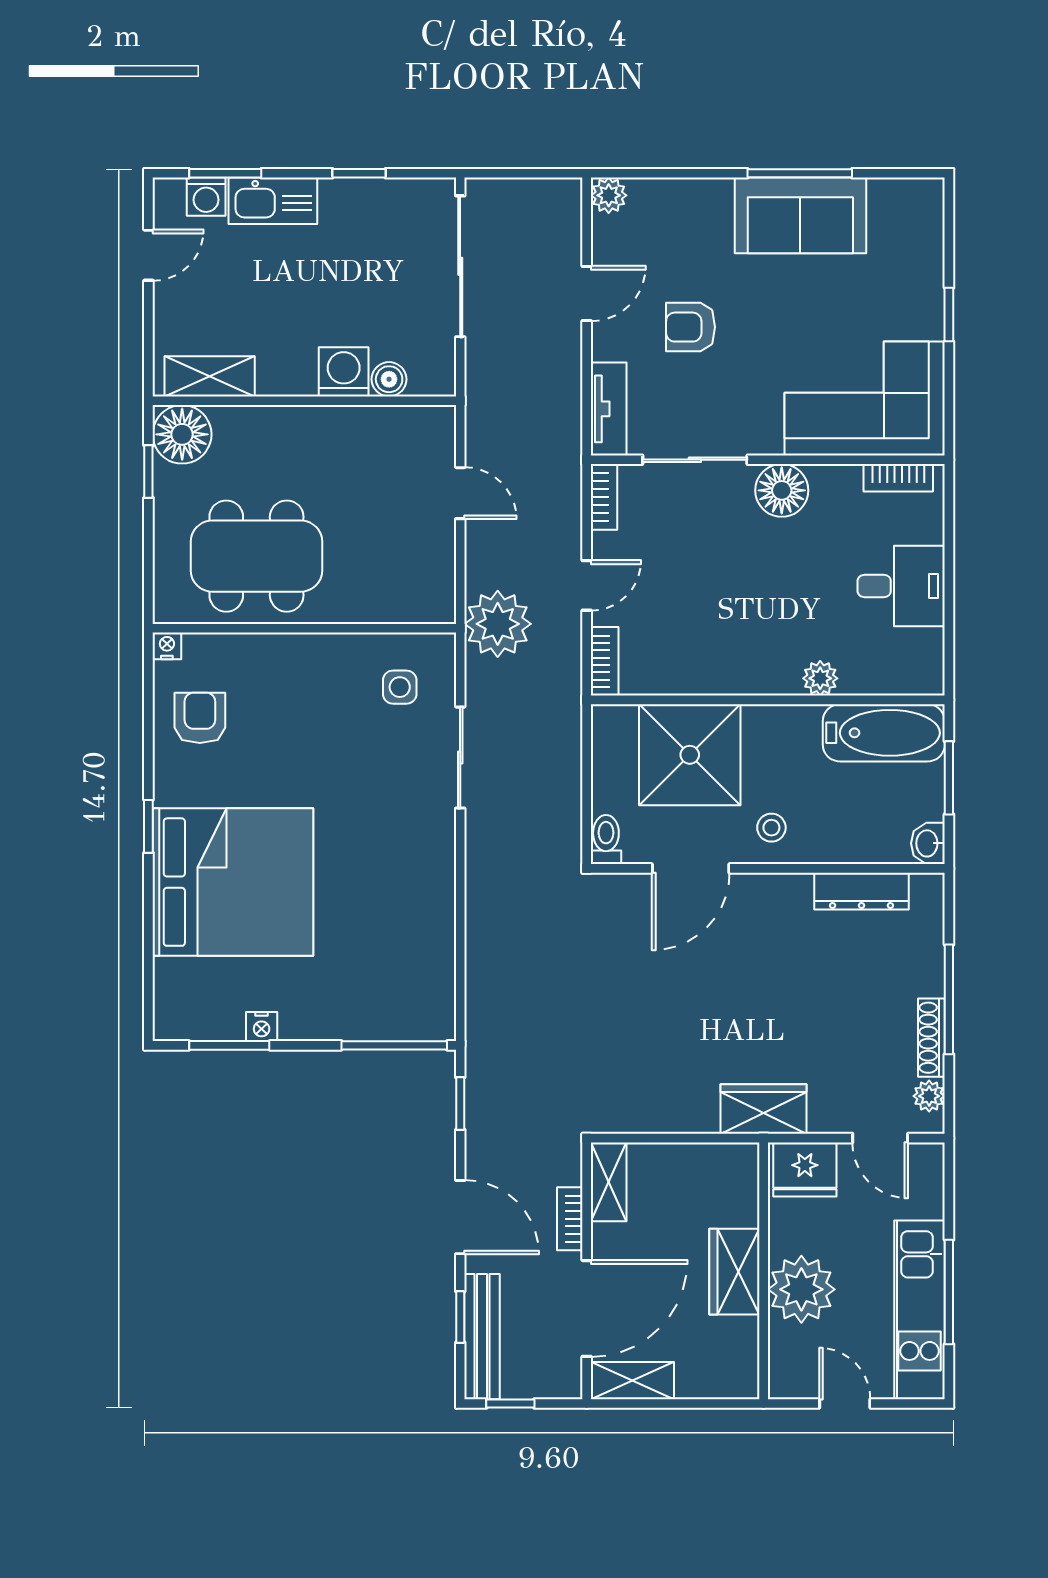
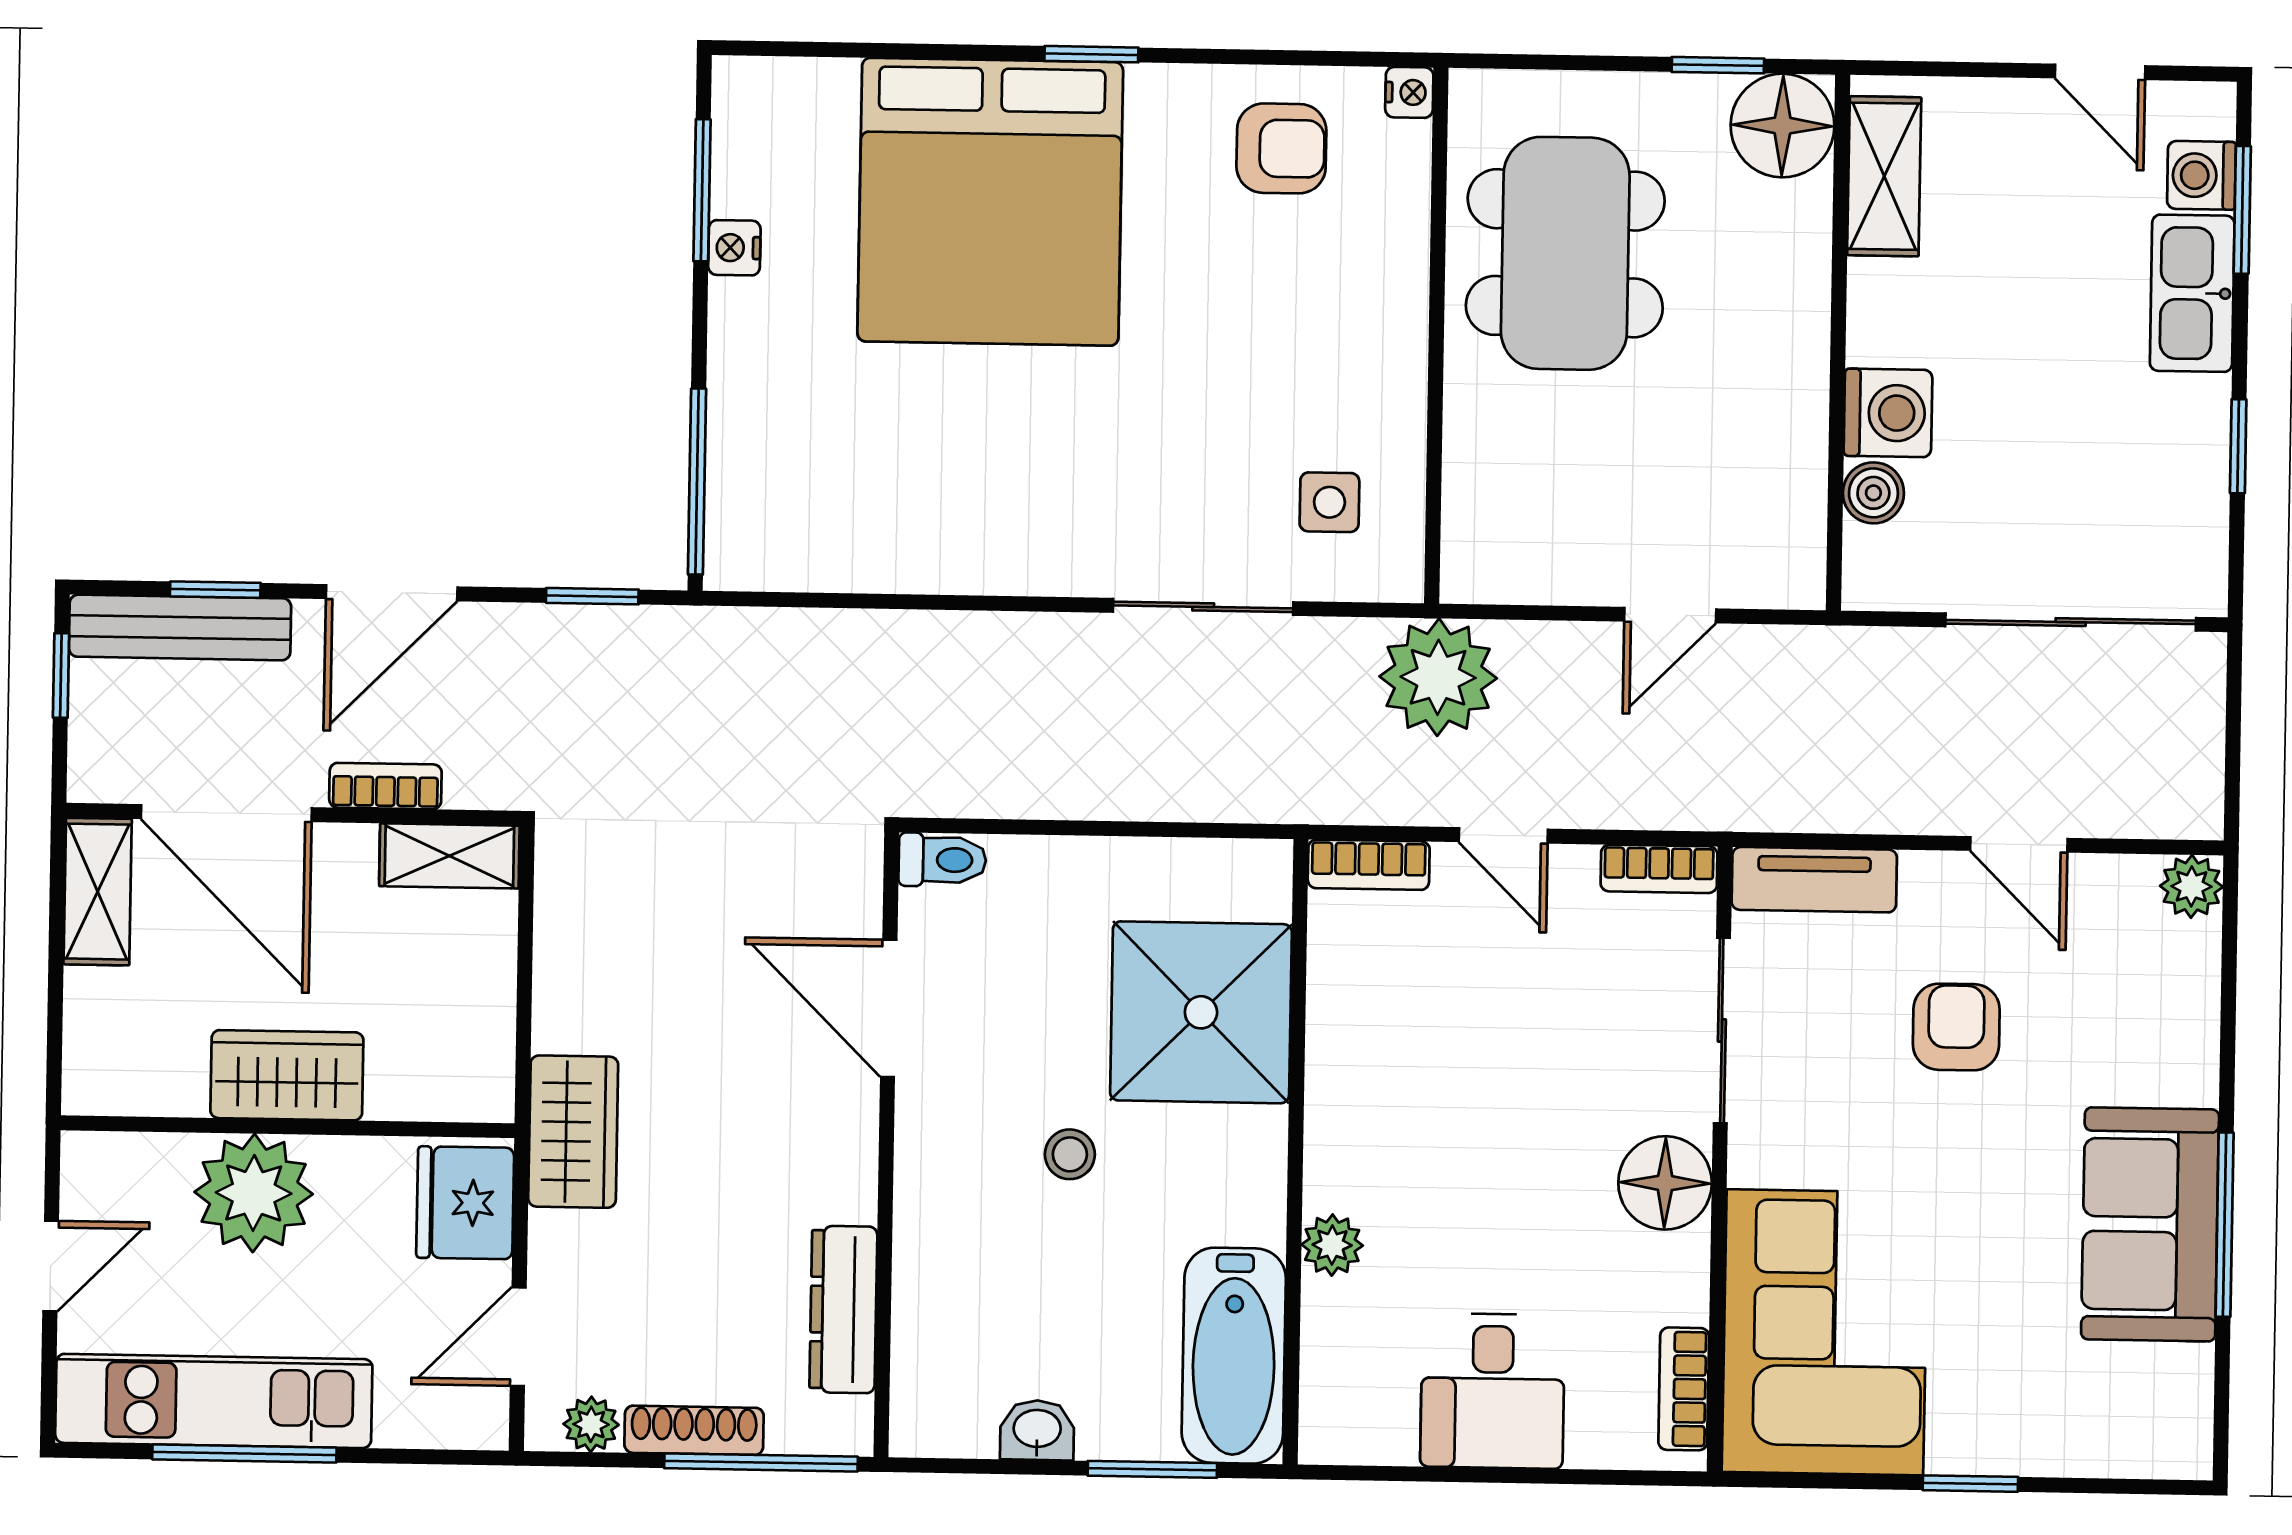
toilet: (606, 840) -> (942, 860), moved
door: (691, 868) -> (889, 1008), moved
wall: (768, 868) -> (886, 1145), moved
dresser: (862, 891) -> (843, 1309), moved

